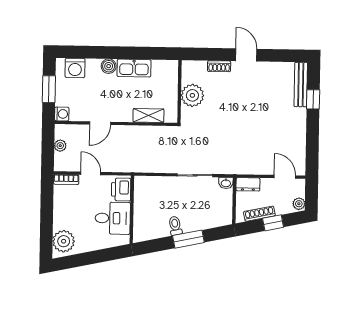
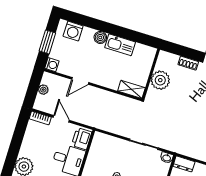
shelving: (148, 116) -> (131, 89), moved

